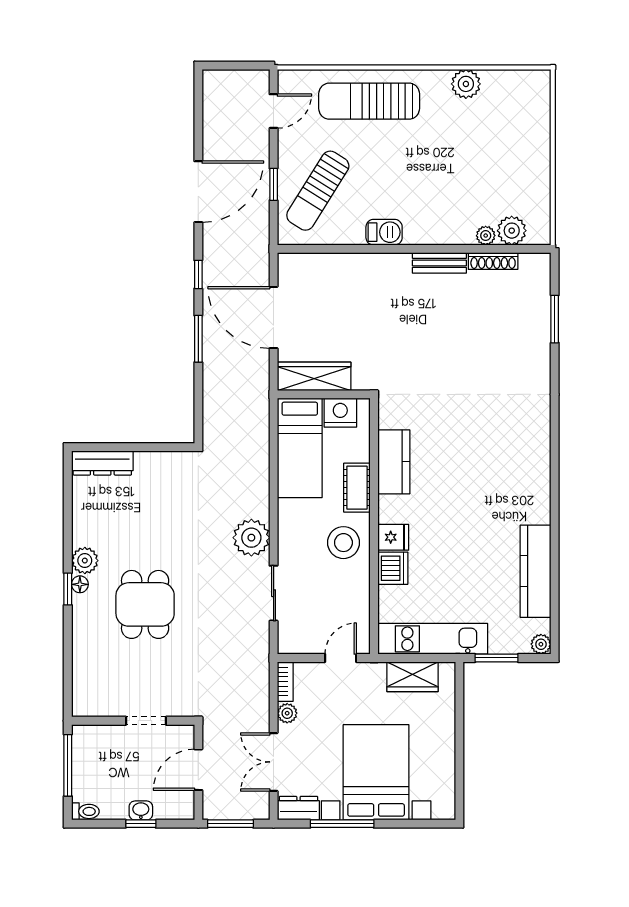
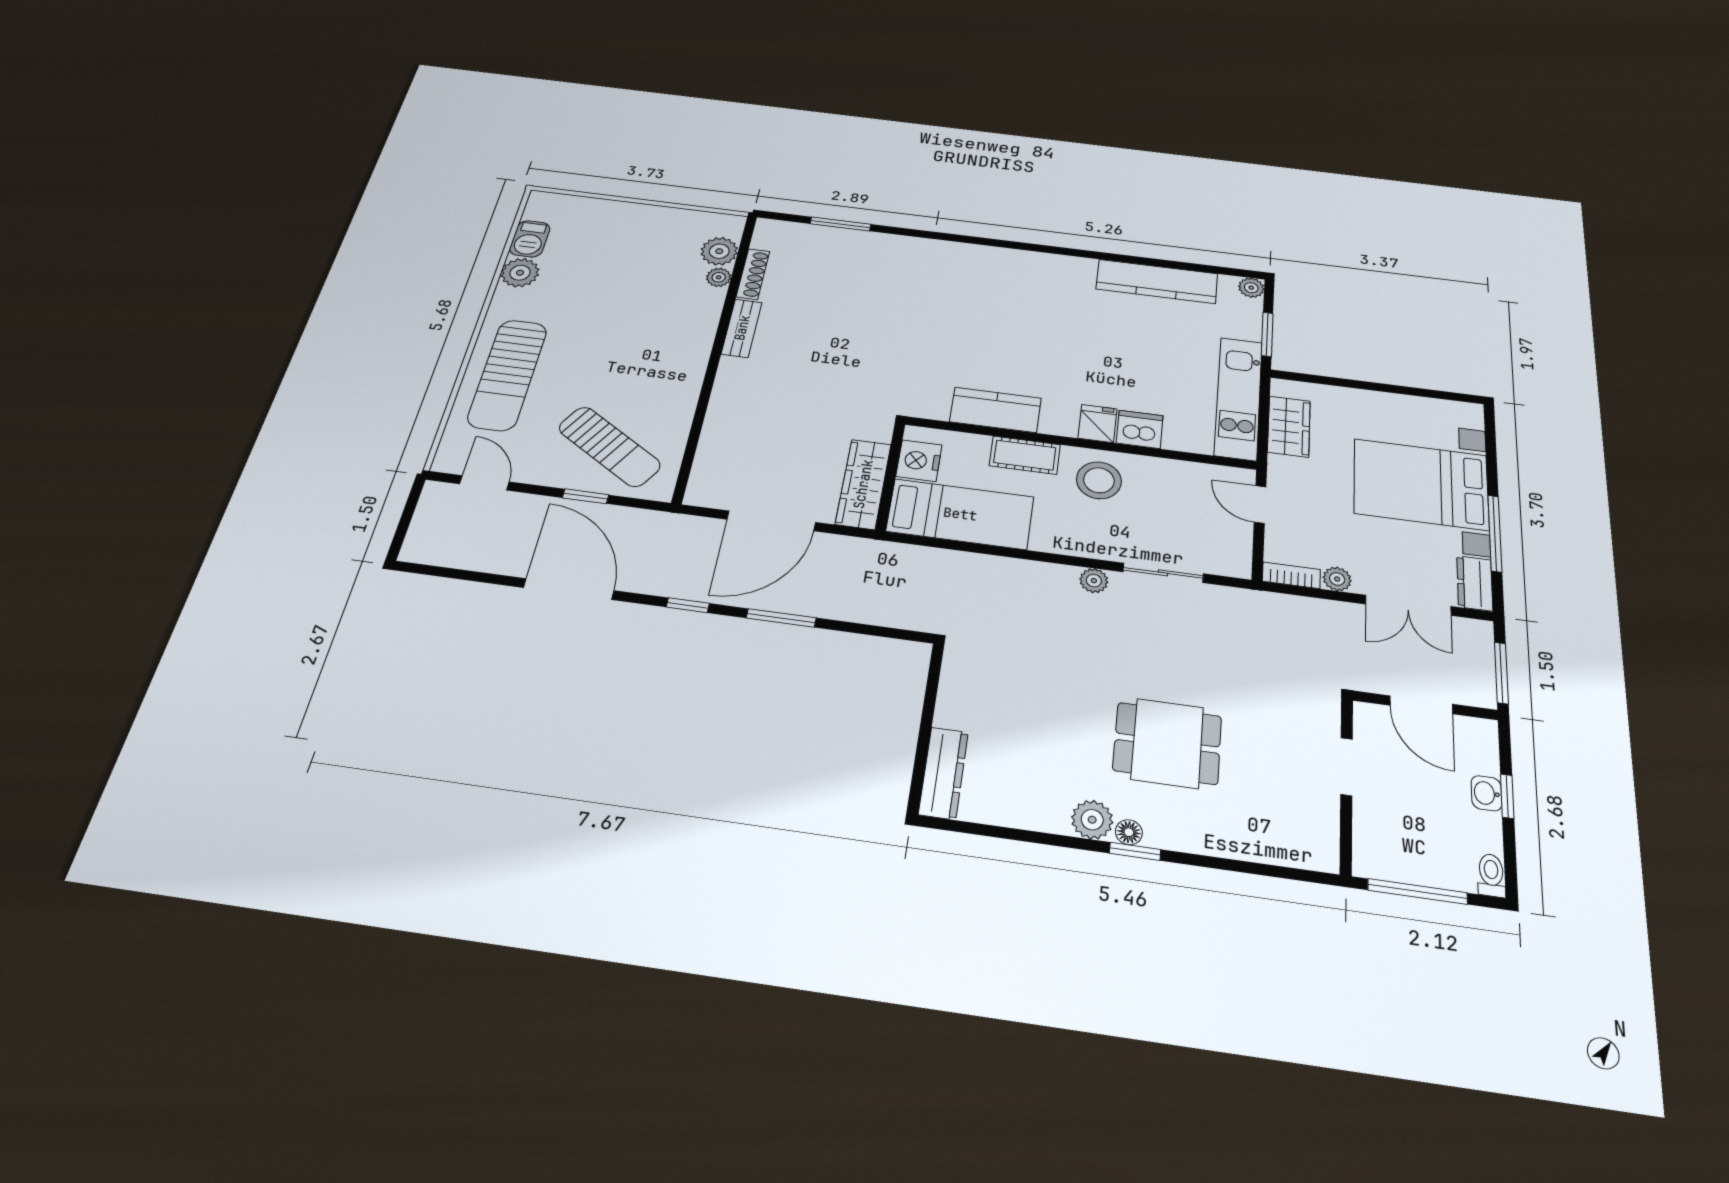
barbecue: (384, 232) -> (530, 239), moved, turned 180
plant: (251, 538) -> (1094, 581), width x0.53, depth x0.53

